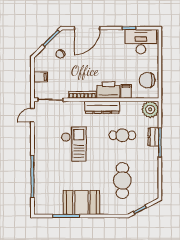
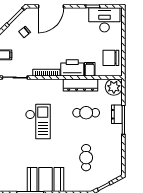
dresser: (102, 107) -> (81, 85), moved
cafe table: (122, 180) -> (86, 158), width x0.73, depth x0.74

